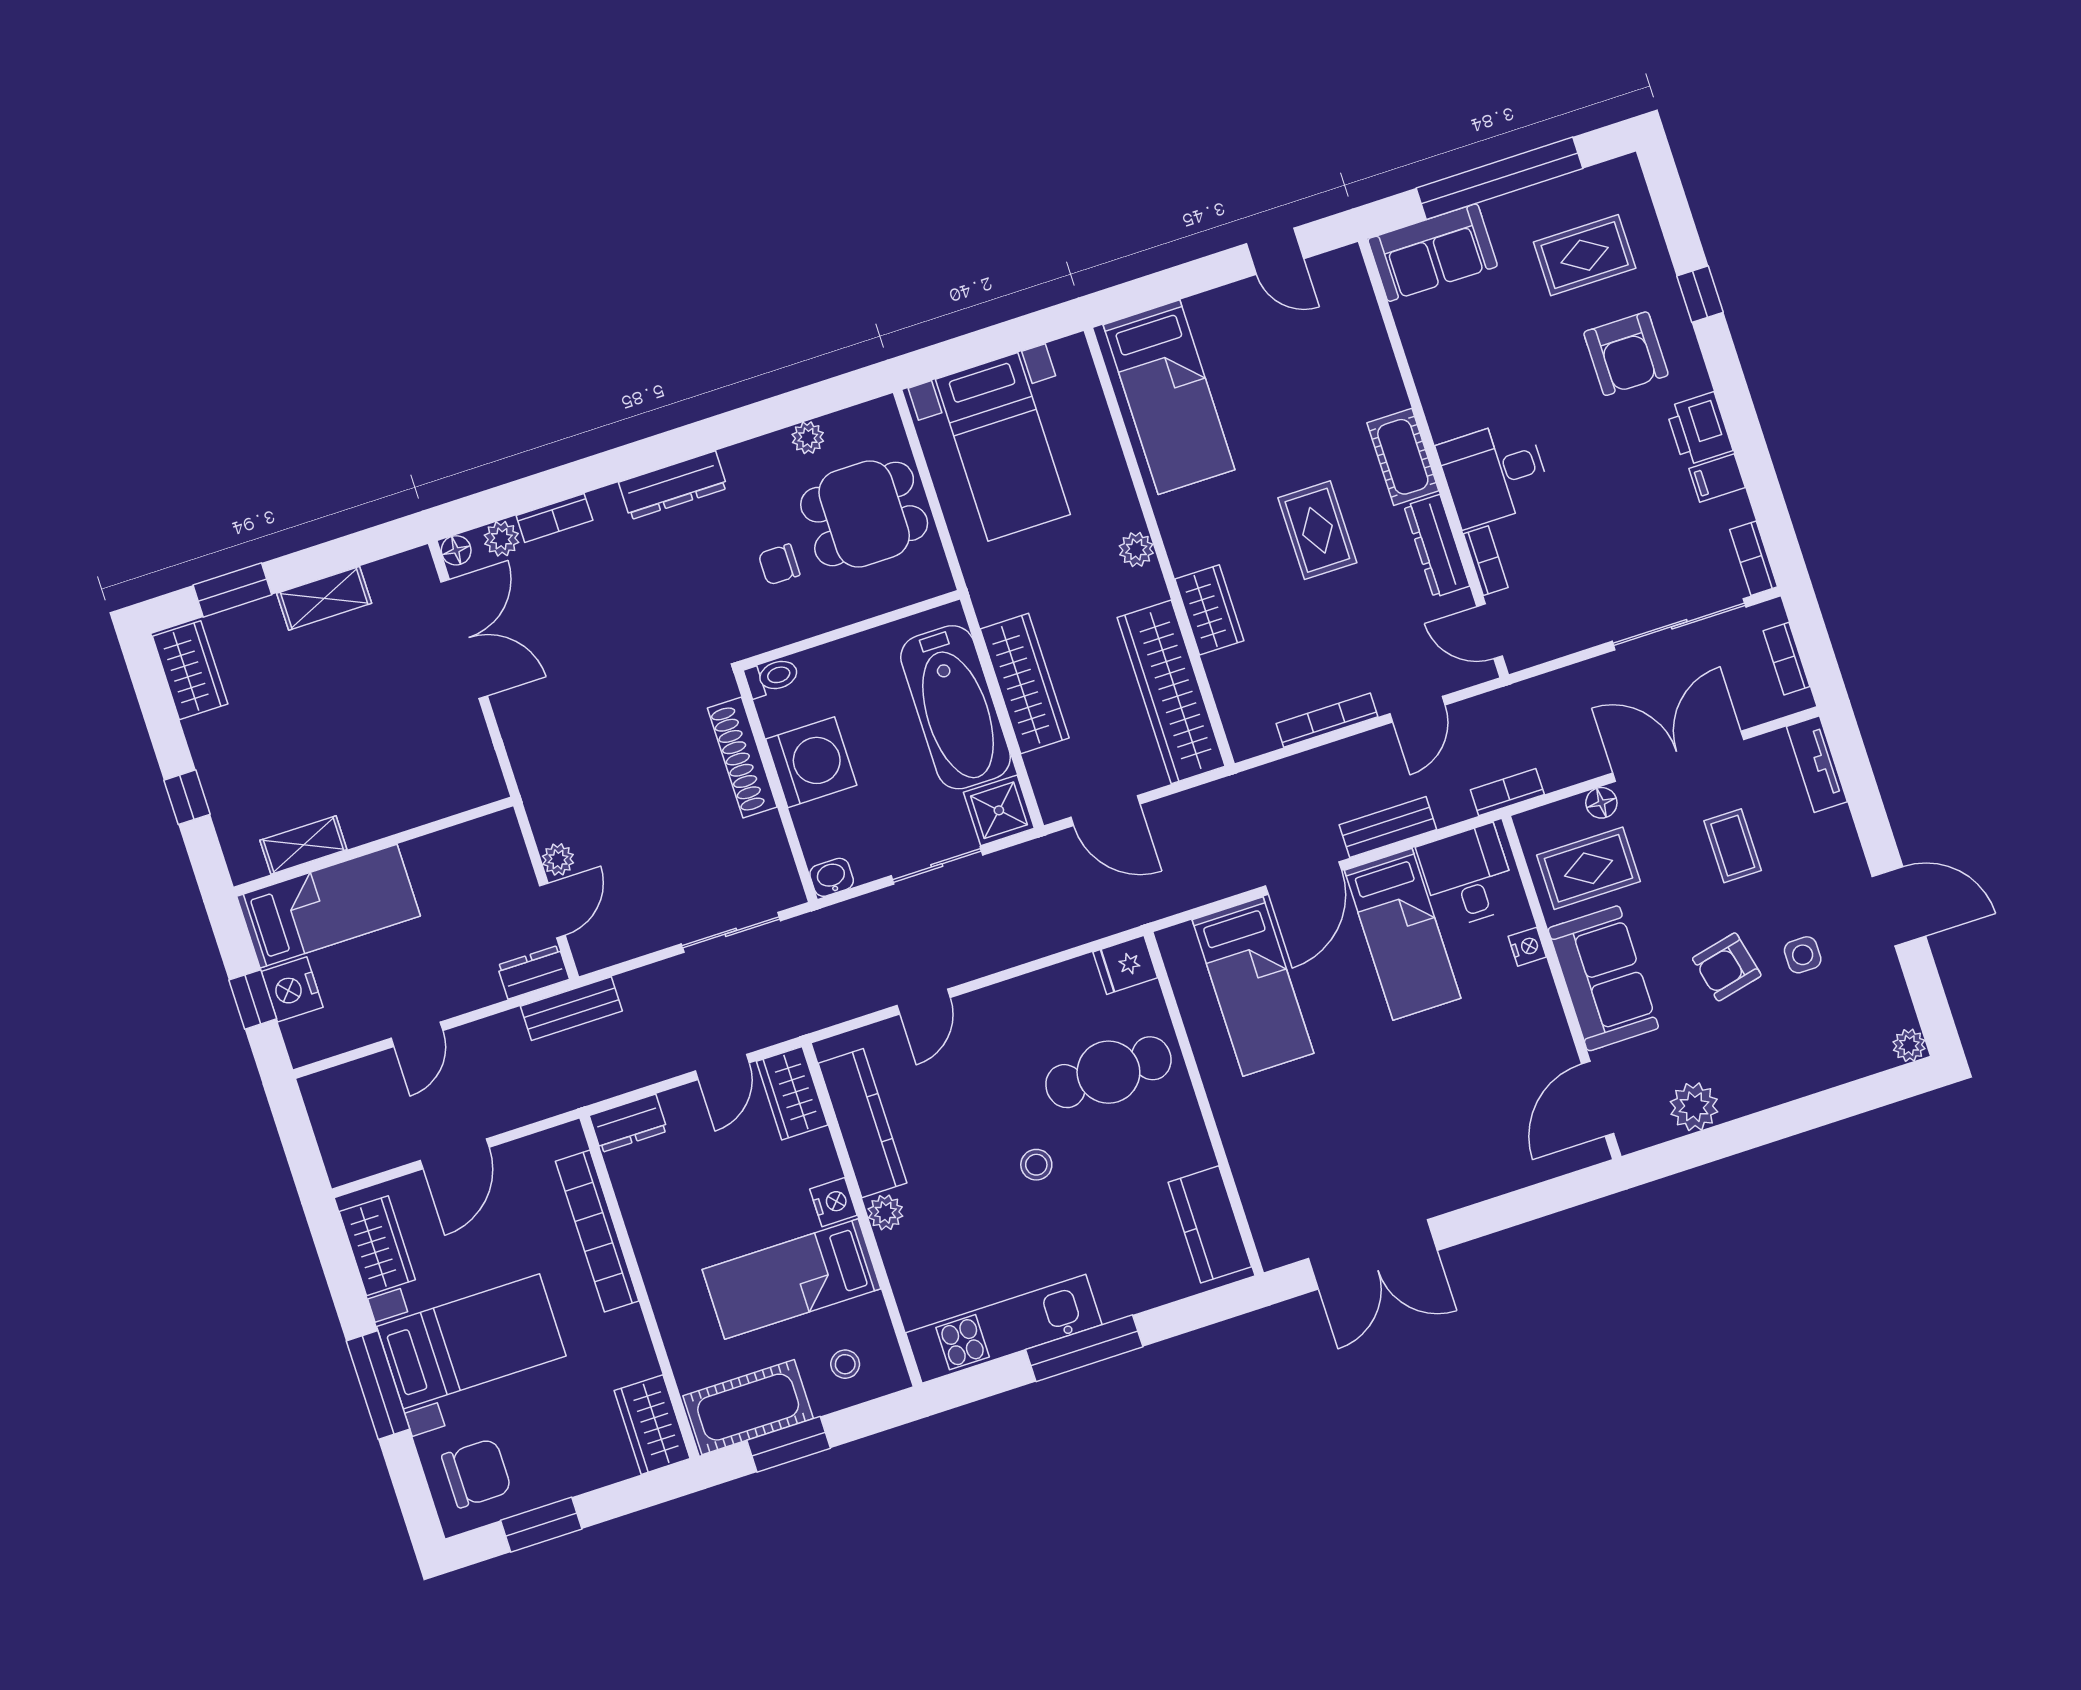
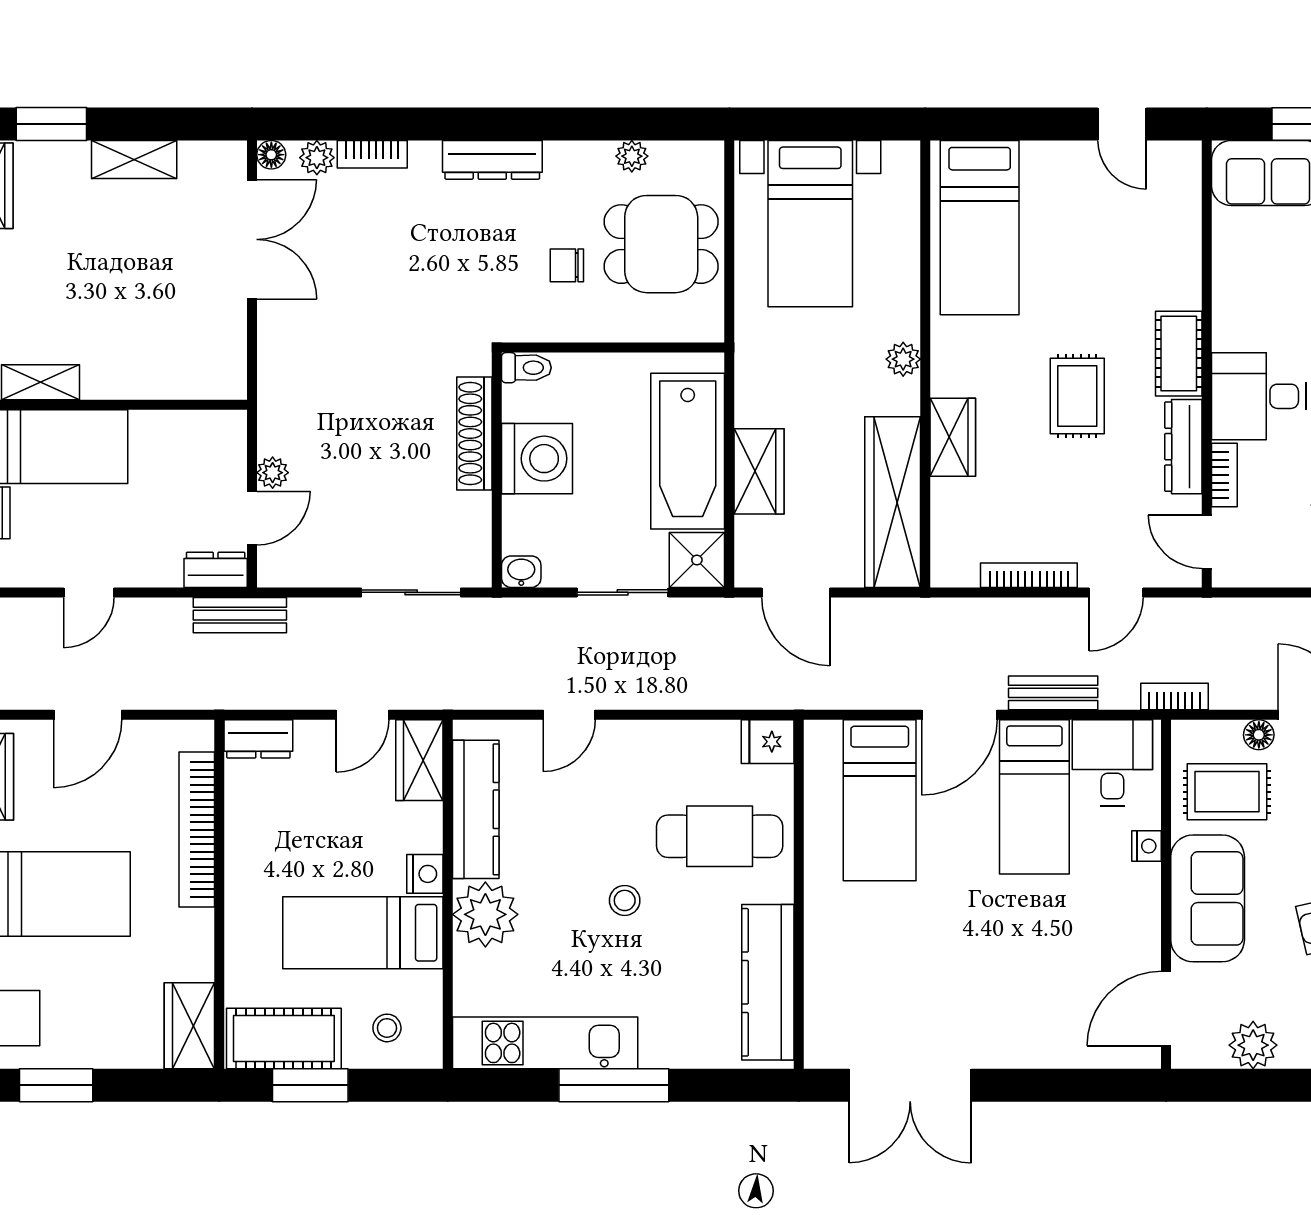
wardrobe: (1025, 684) -> (759, 471), width x0.67
plant: (885, 1212) -> (485, 914), width x1.87, depth x1.87
kitchen counter: (1210, 1224) -> (768, 982), width x1.50

